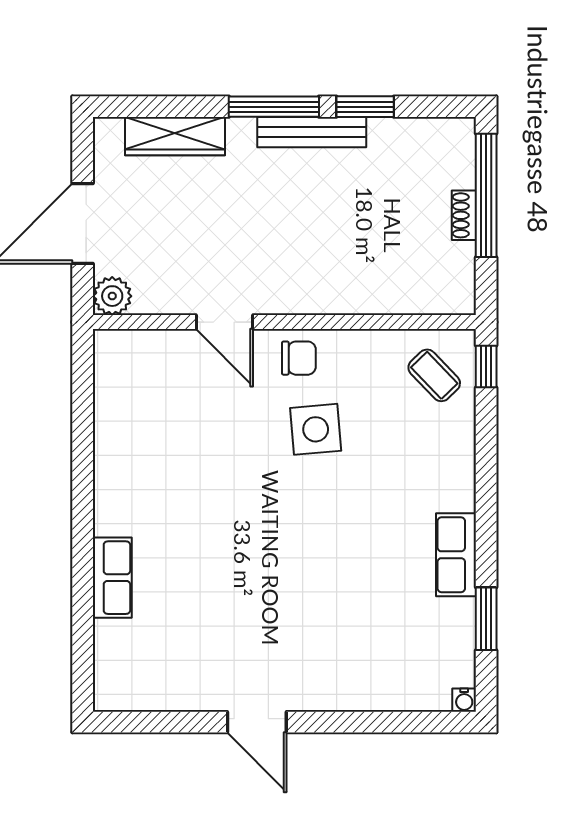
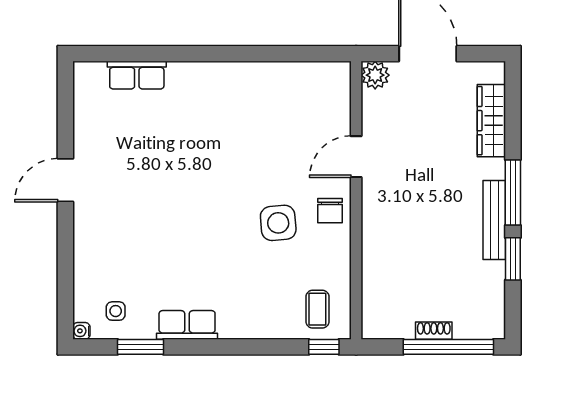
coffee table: (434, 375) -> (317, 309), turned -46
row of seats: (112, 578) -> (137, 75), moved
side table: (437, 653) -> (116, 311), added

